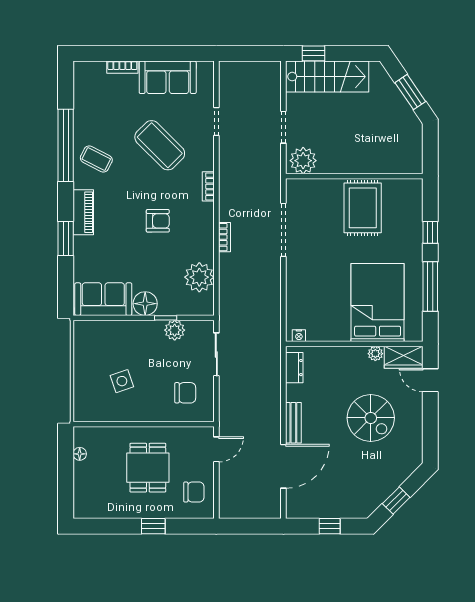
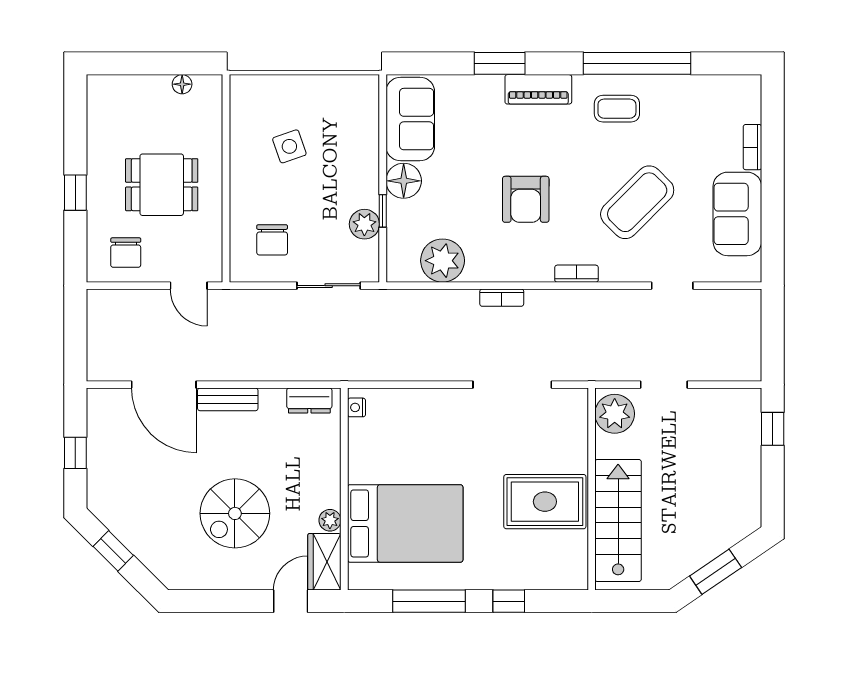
stairs: (327, 77) -> (618, 520), moved, turned 180
coffee table: (96, 159) -> (617, 109), turned 63
armchair: (158, 221) -> (526, 199), width x1.38, depth x1.38

